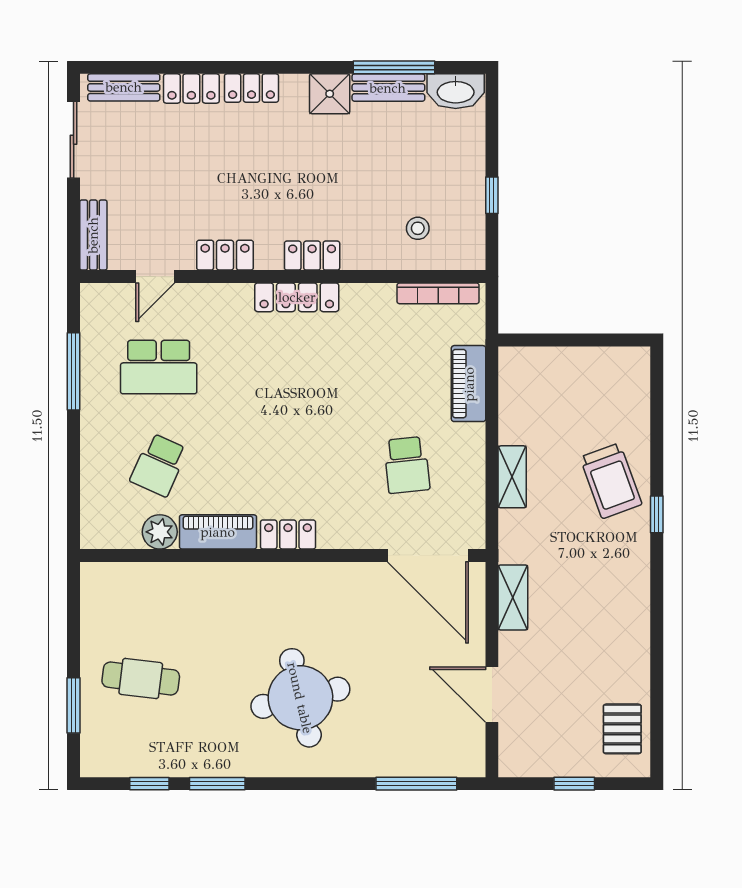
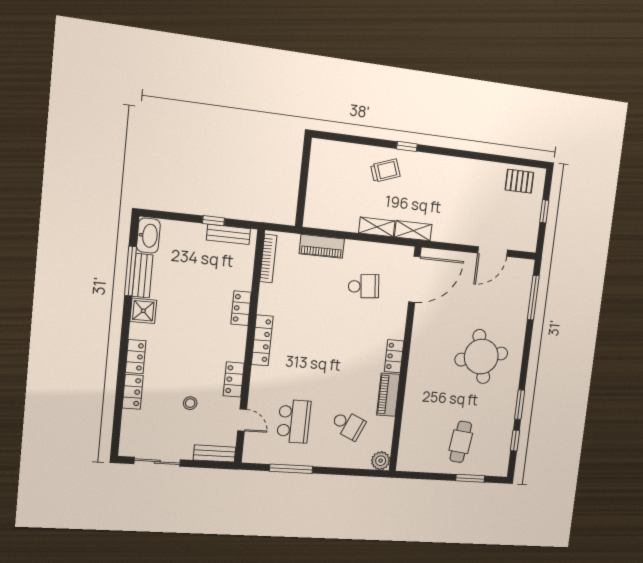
bench: (124, 87) -> (228, 234), moved, turned 90
stool: (418, 228) -> (190, 403), moved
locker: (312, 256) -> (241, 308), moved
trolley: (611, 481) -> (385, 171), width x0.73, depth x0.72
plant: (160, 532) -> (381, 461), moved
shelving: (513, 597) -> (413, 231), moved

